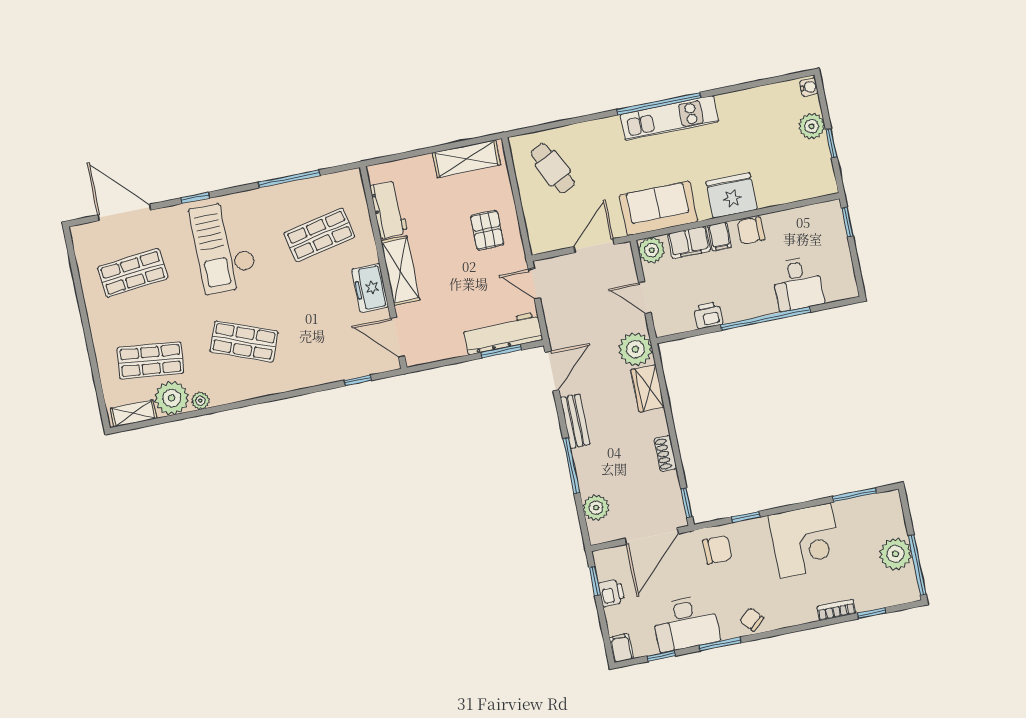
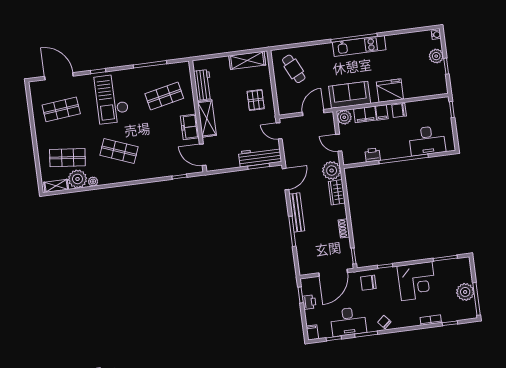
desk: (798, 284) -> (427, 141), width x1.37
bench: (575, 421) -> (297, 212), width x1.36
plant: (596, 508) -> (304, 255), removed
chair: (717, 550) -> (368, 283), turned 180

